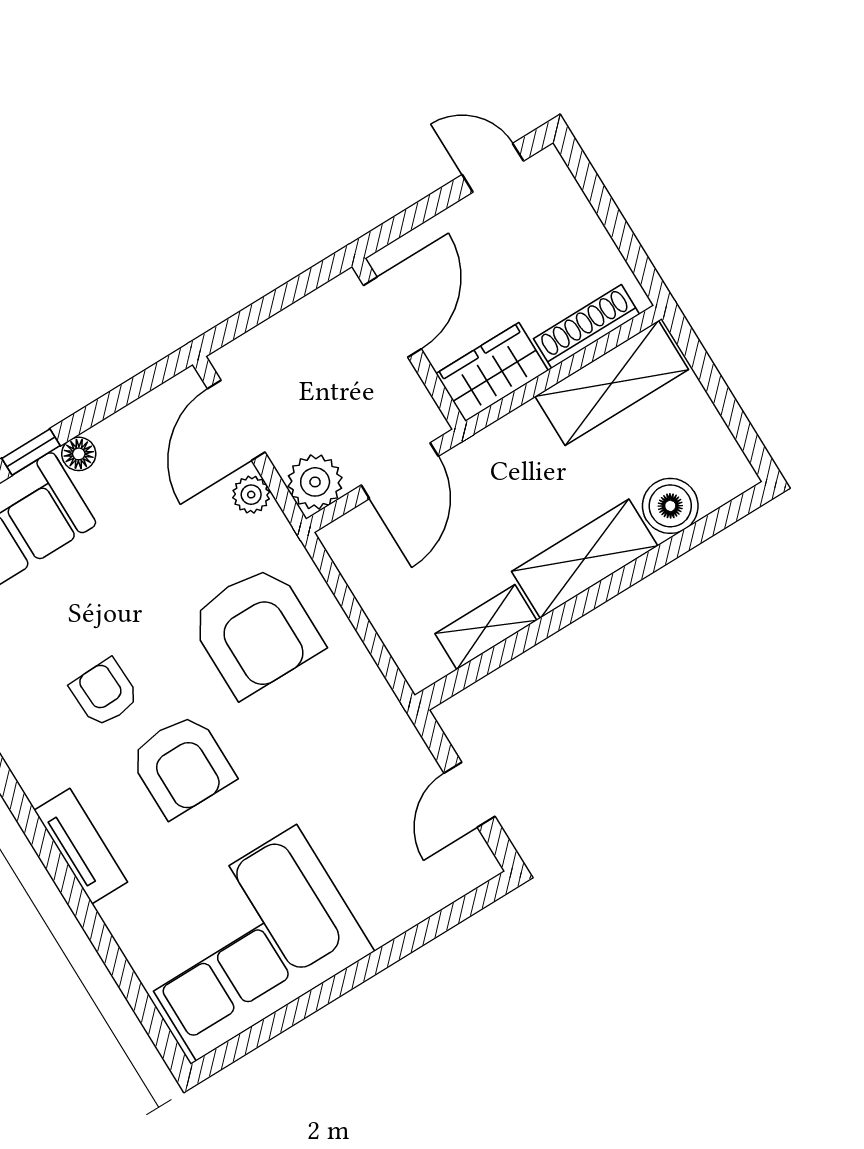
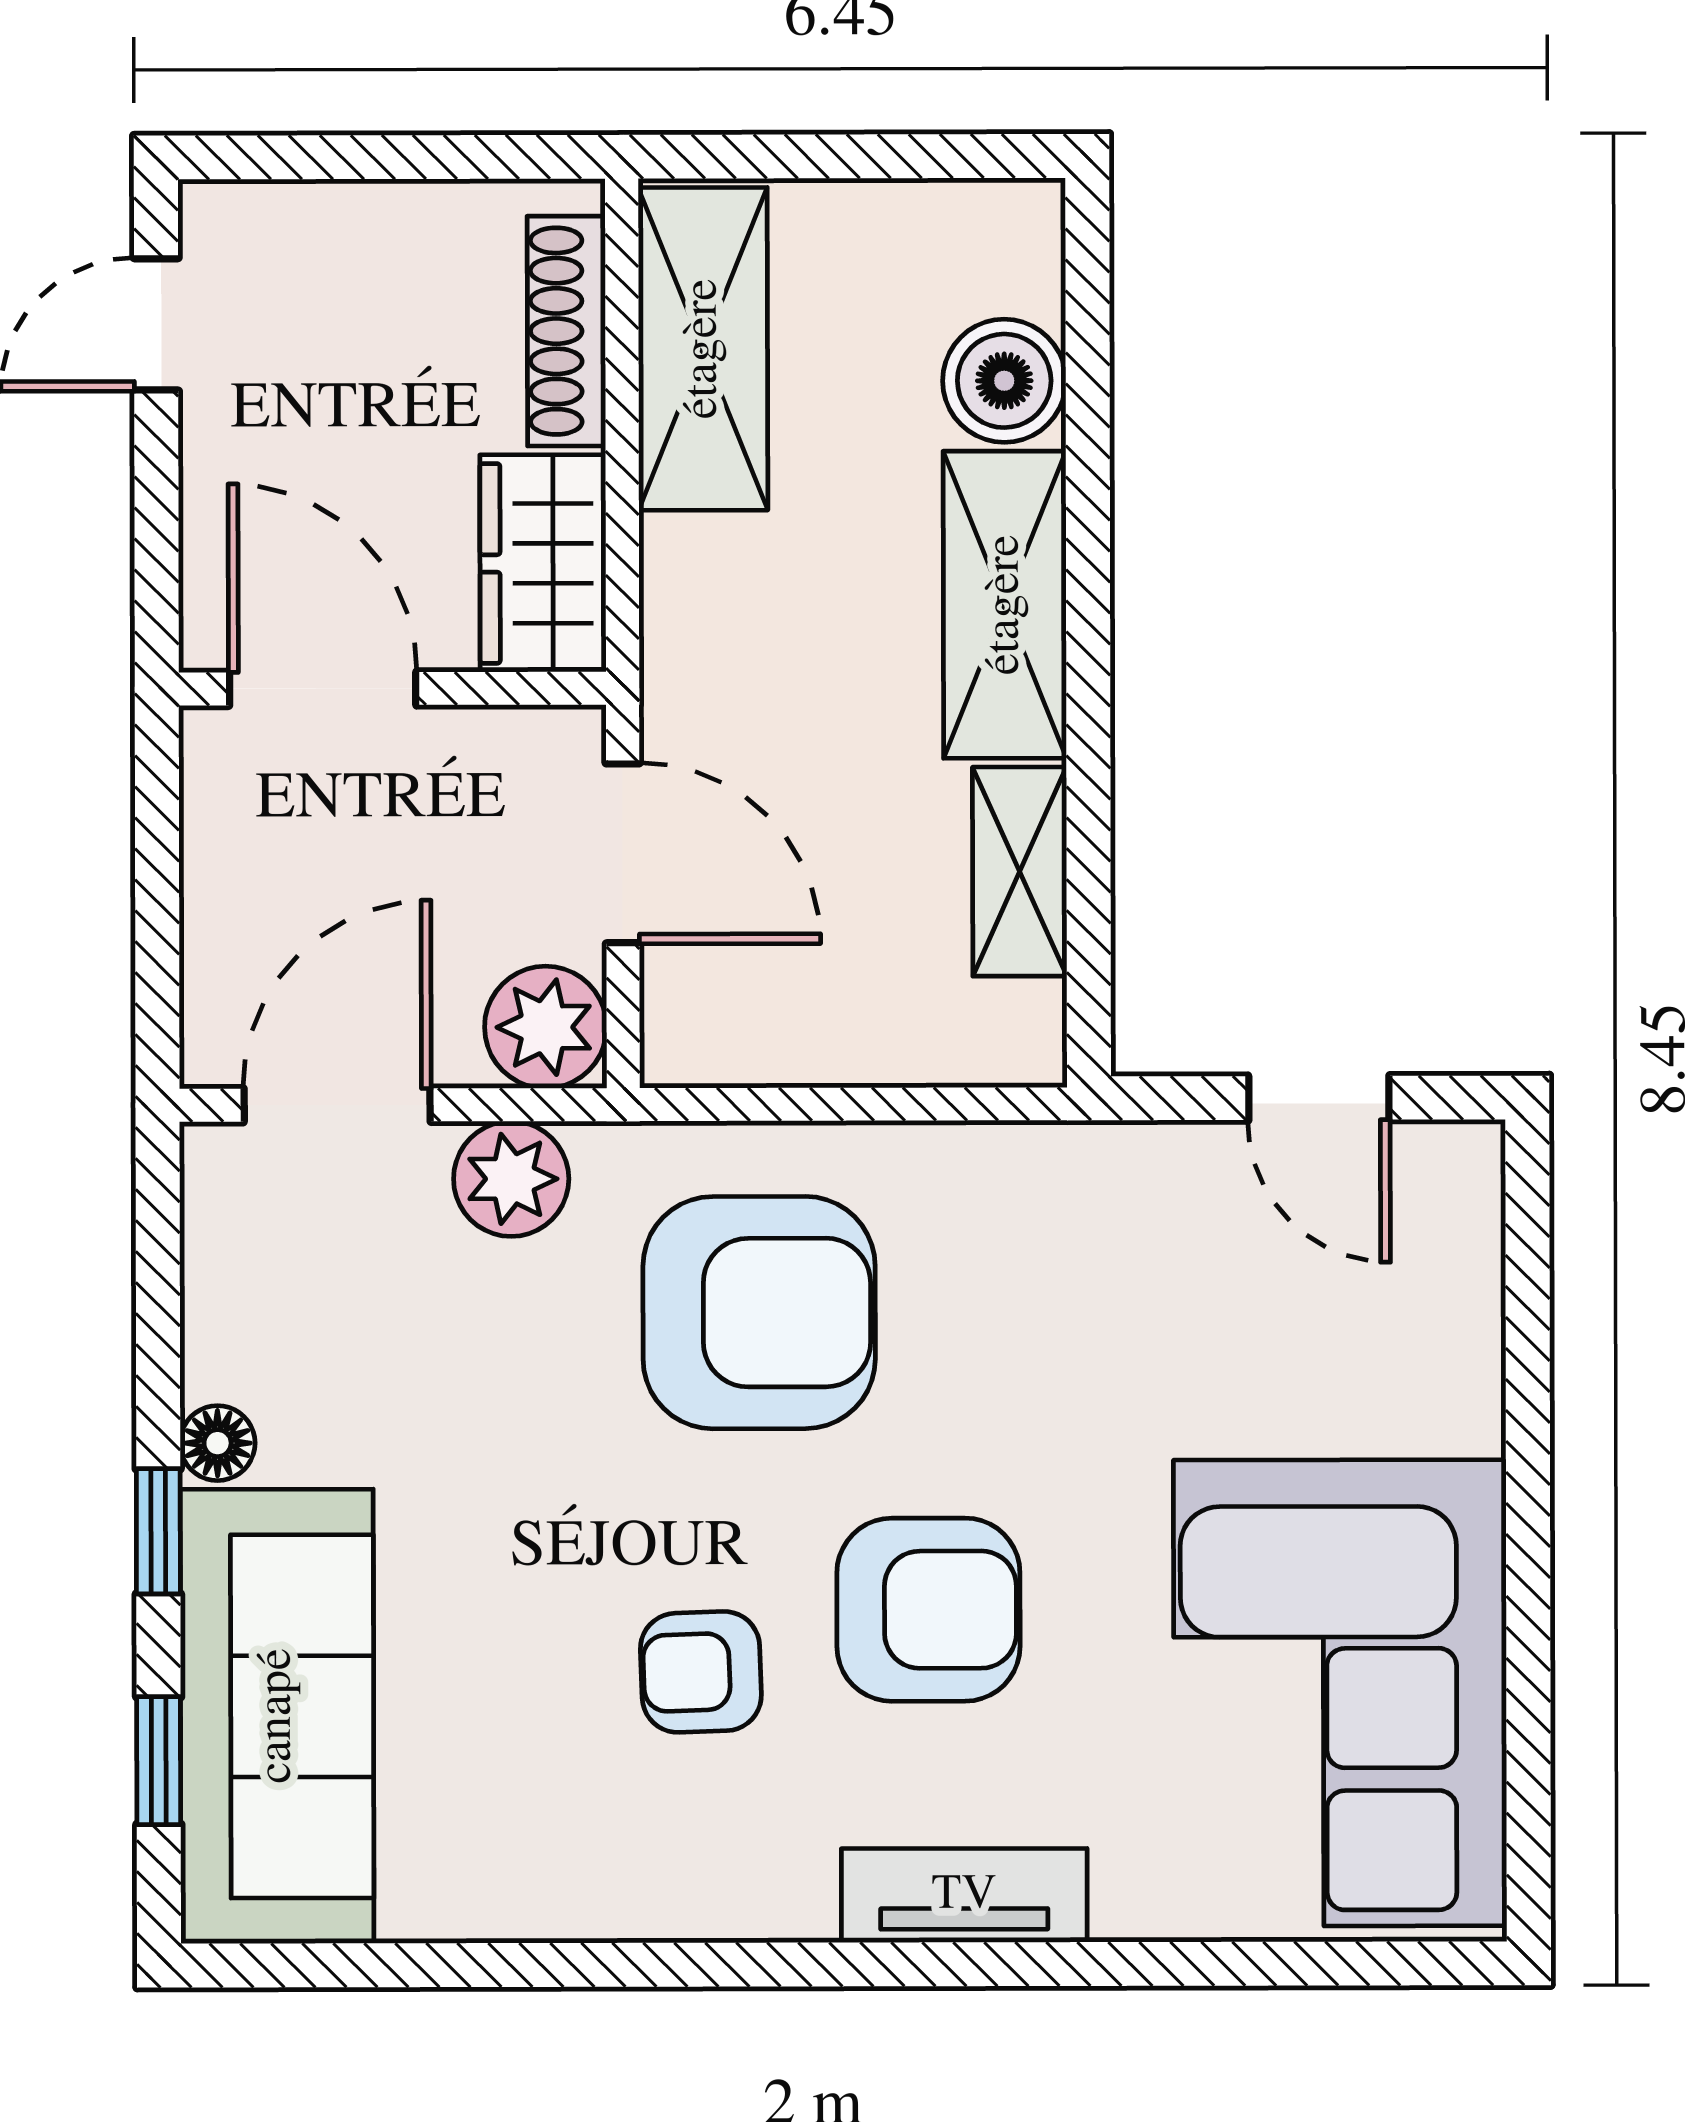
door: (236, 420) -> (337, 1105), swing flipped
plant: (251, 495) -> (511, 1179), width x1.38, depth x1.38

